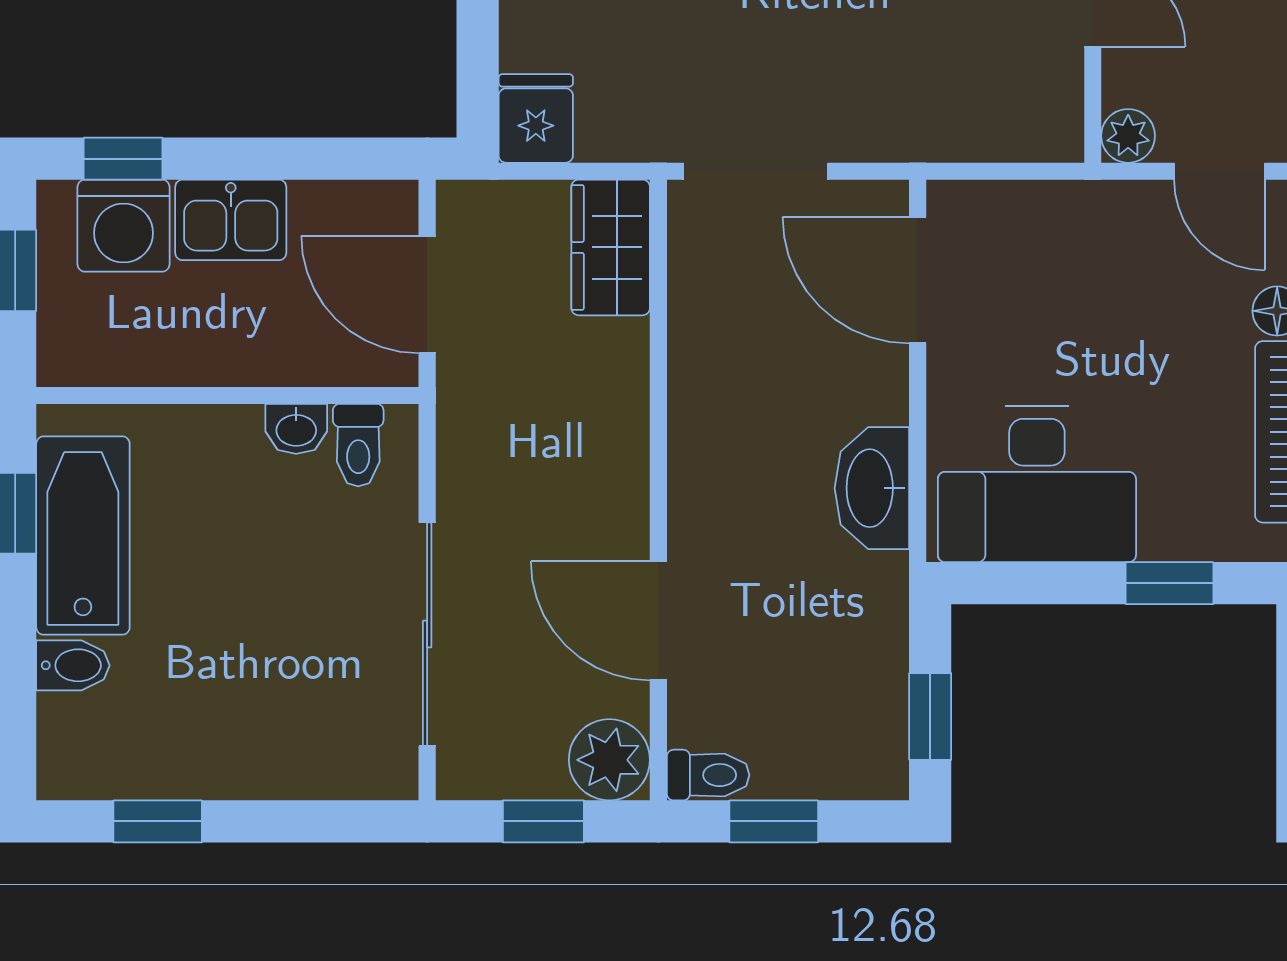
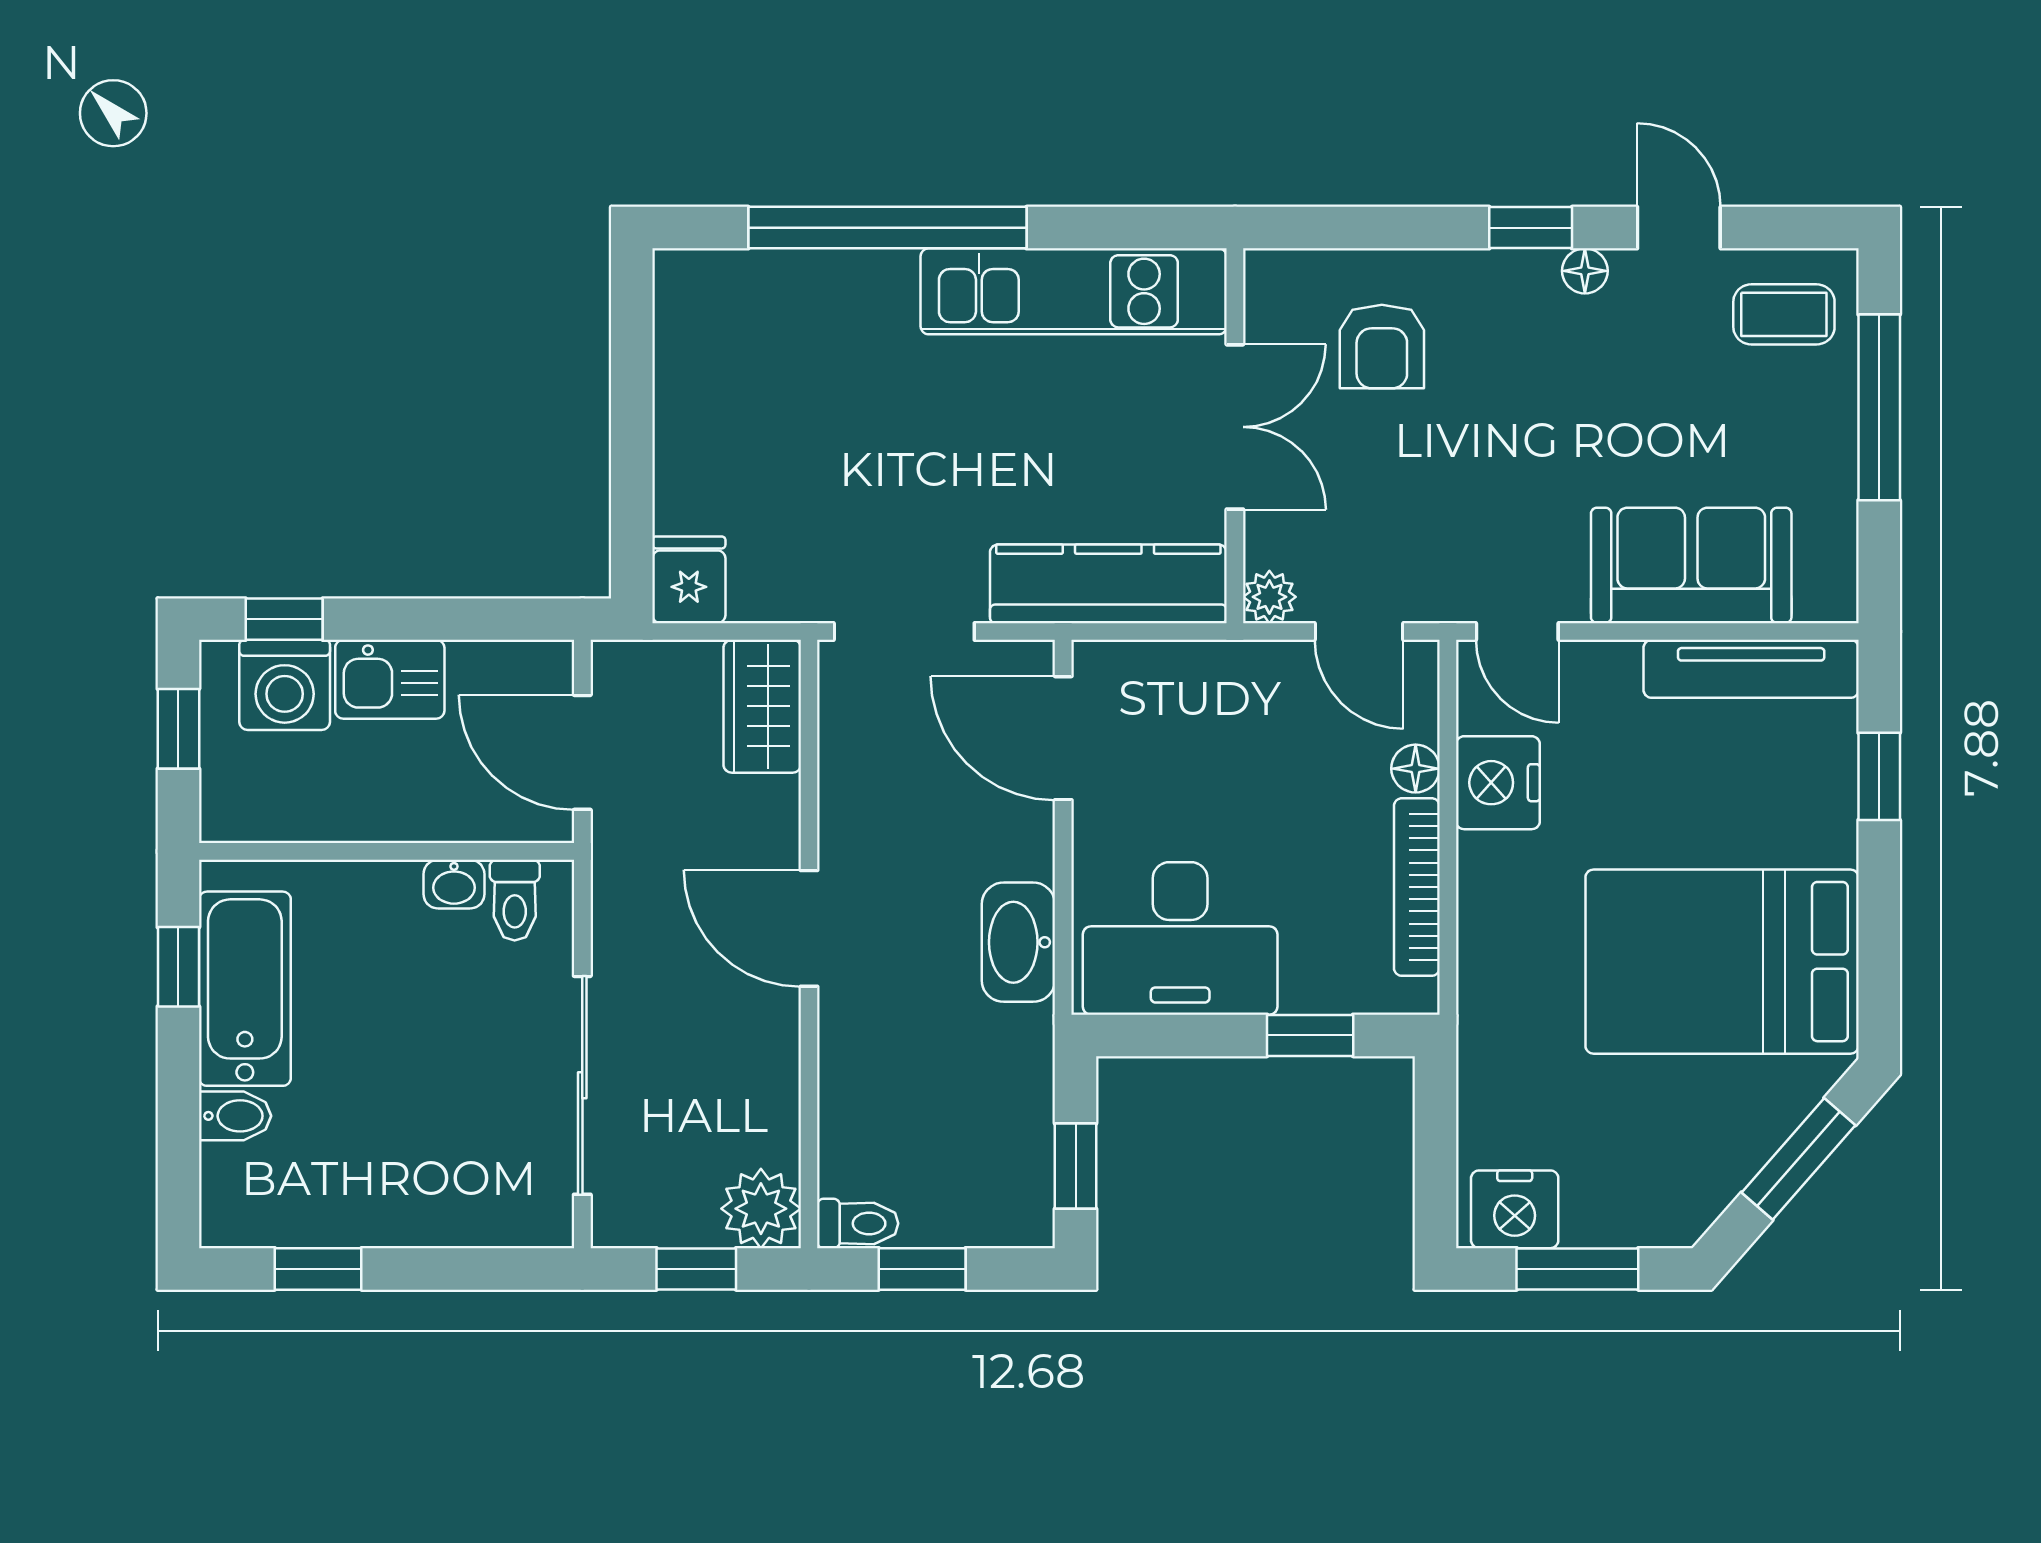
kitchen counter: (964, 123) -> (1108, 584), added
door: (658, 621) -> (809, 928), moved

